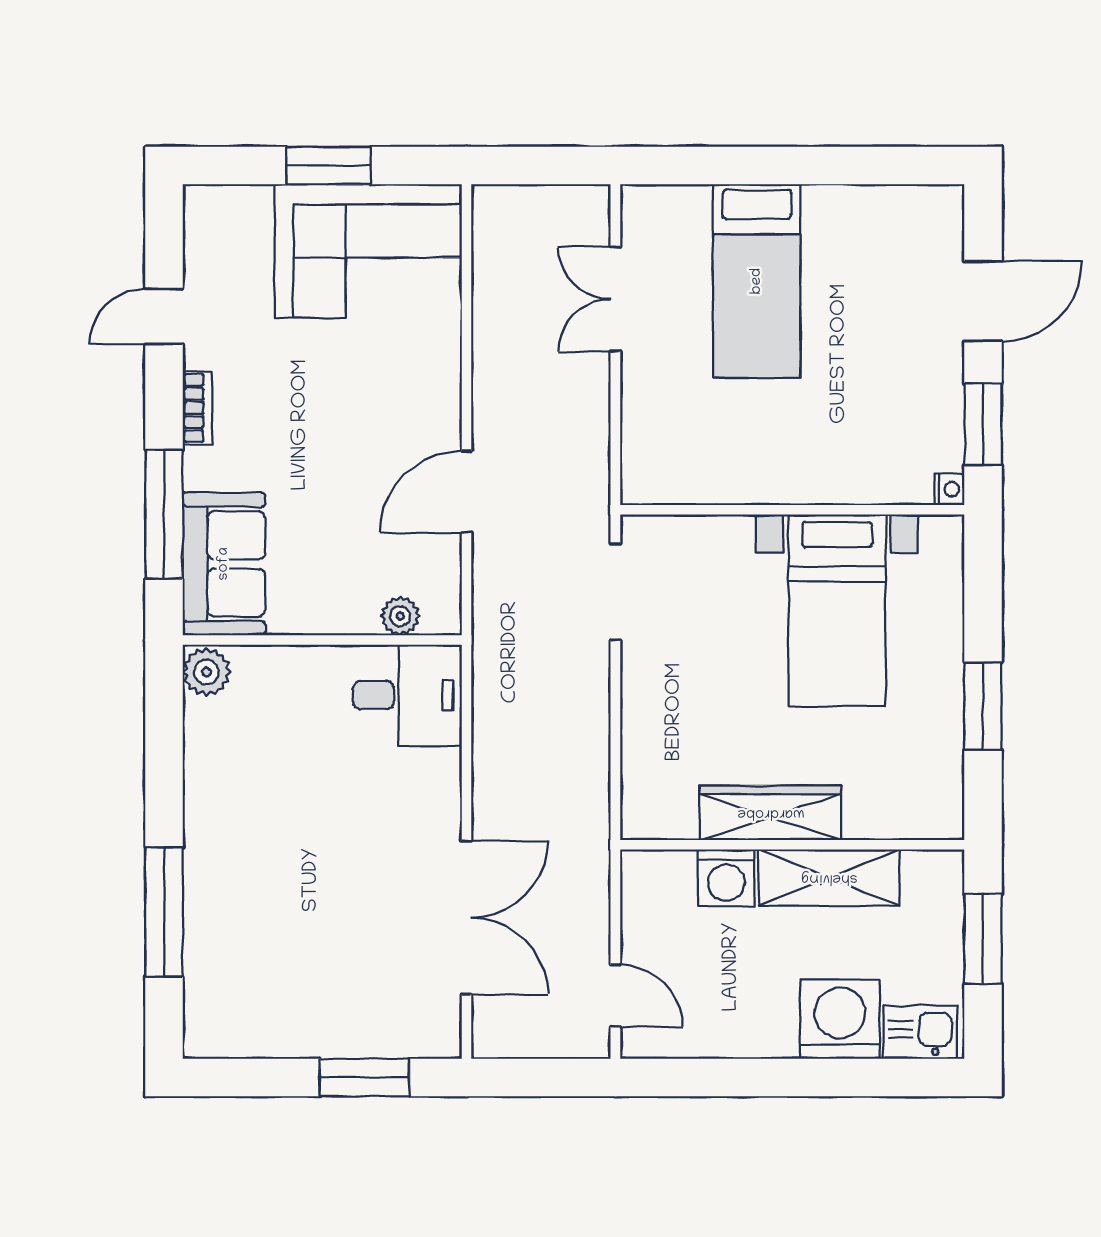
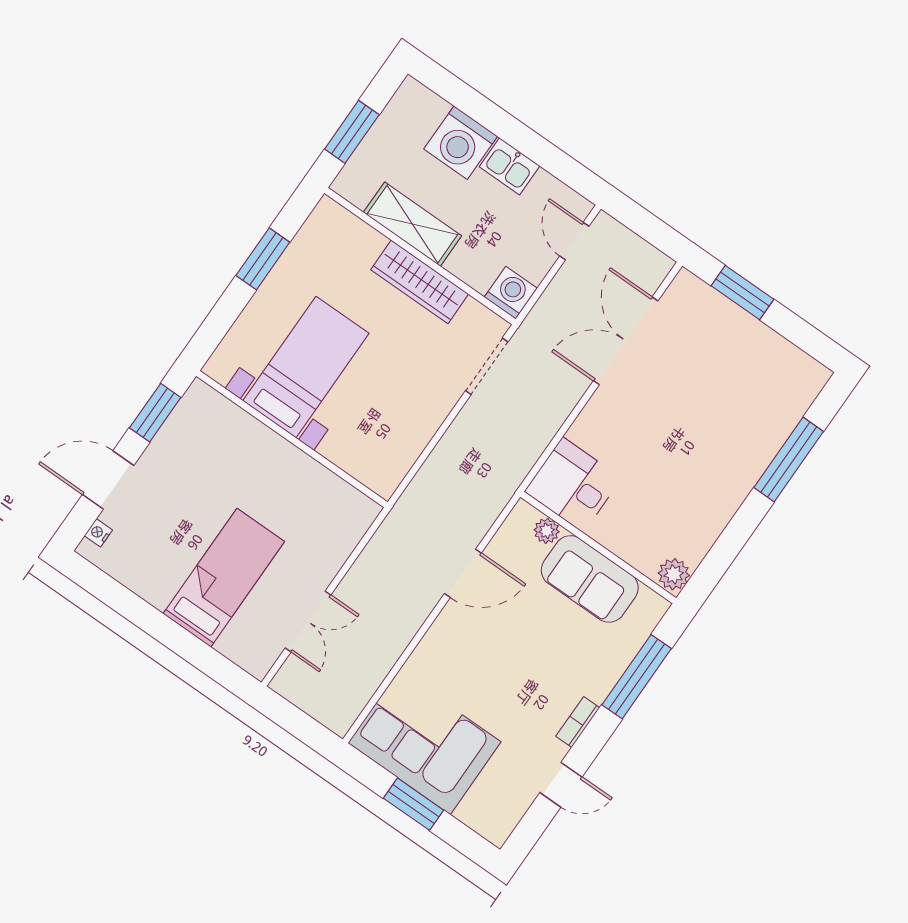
nightstand: (949, 489) -> (98, 533), moved
sofa: (224, 564) -> (590, 579), moved, turned -90
doorway: (615, 592) -> (487, 366), moved
washing machine: (726, 878) -> (511, 293), moved
kitchen sink: (920, 1032) -> (509, 166), moved

